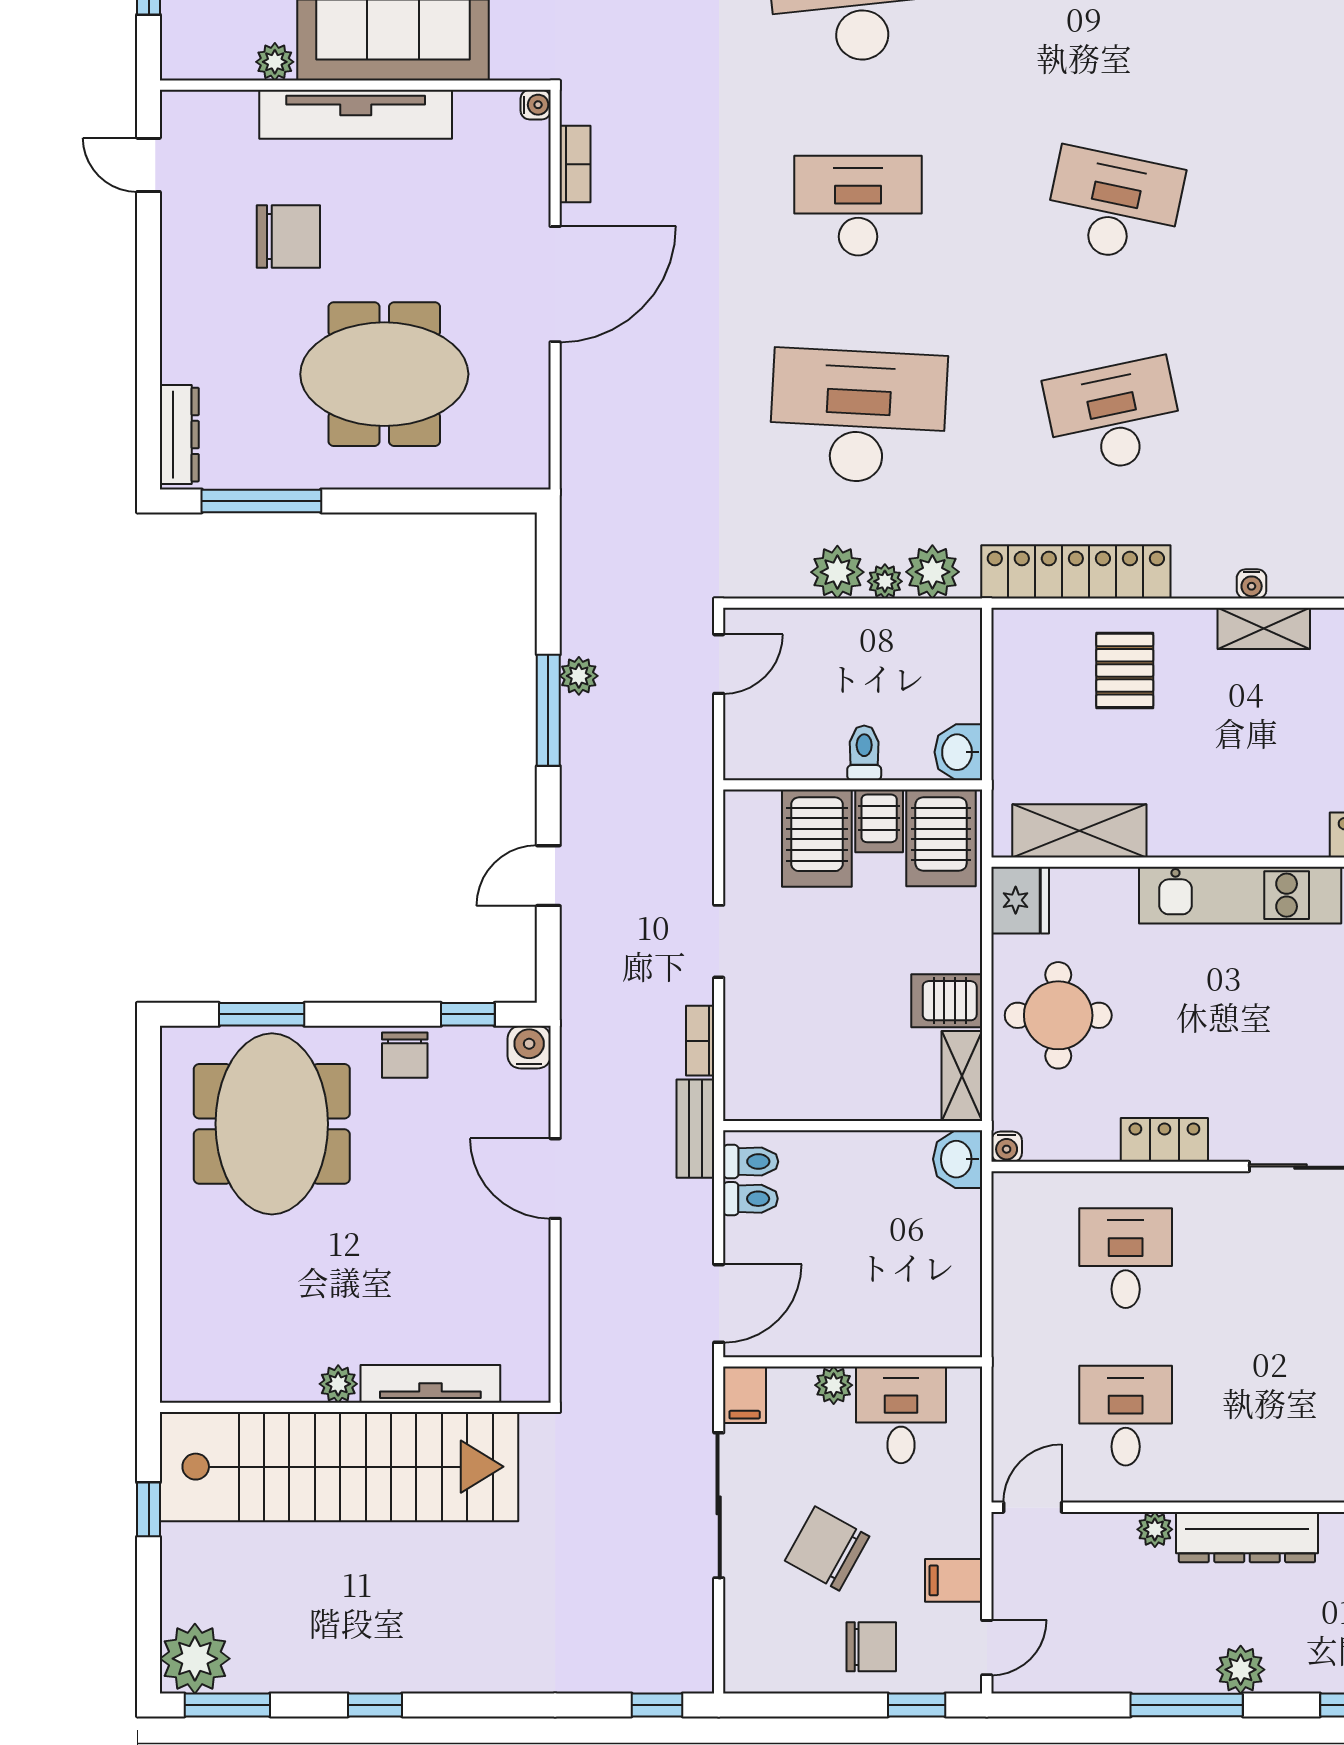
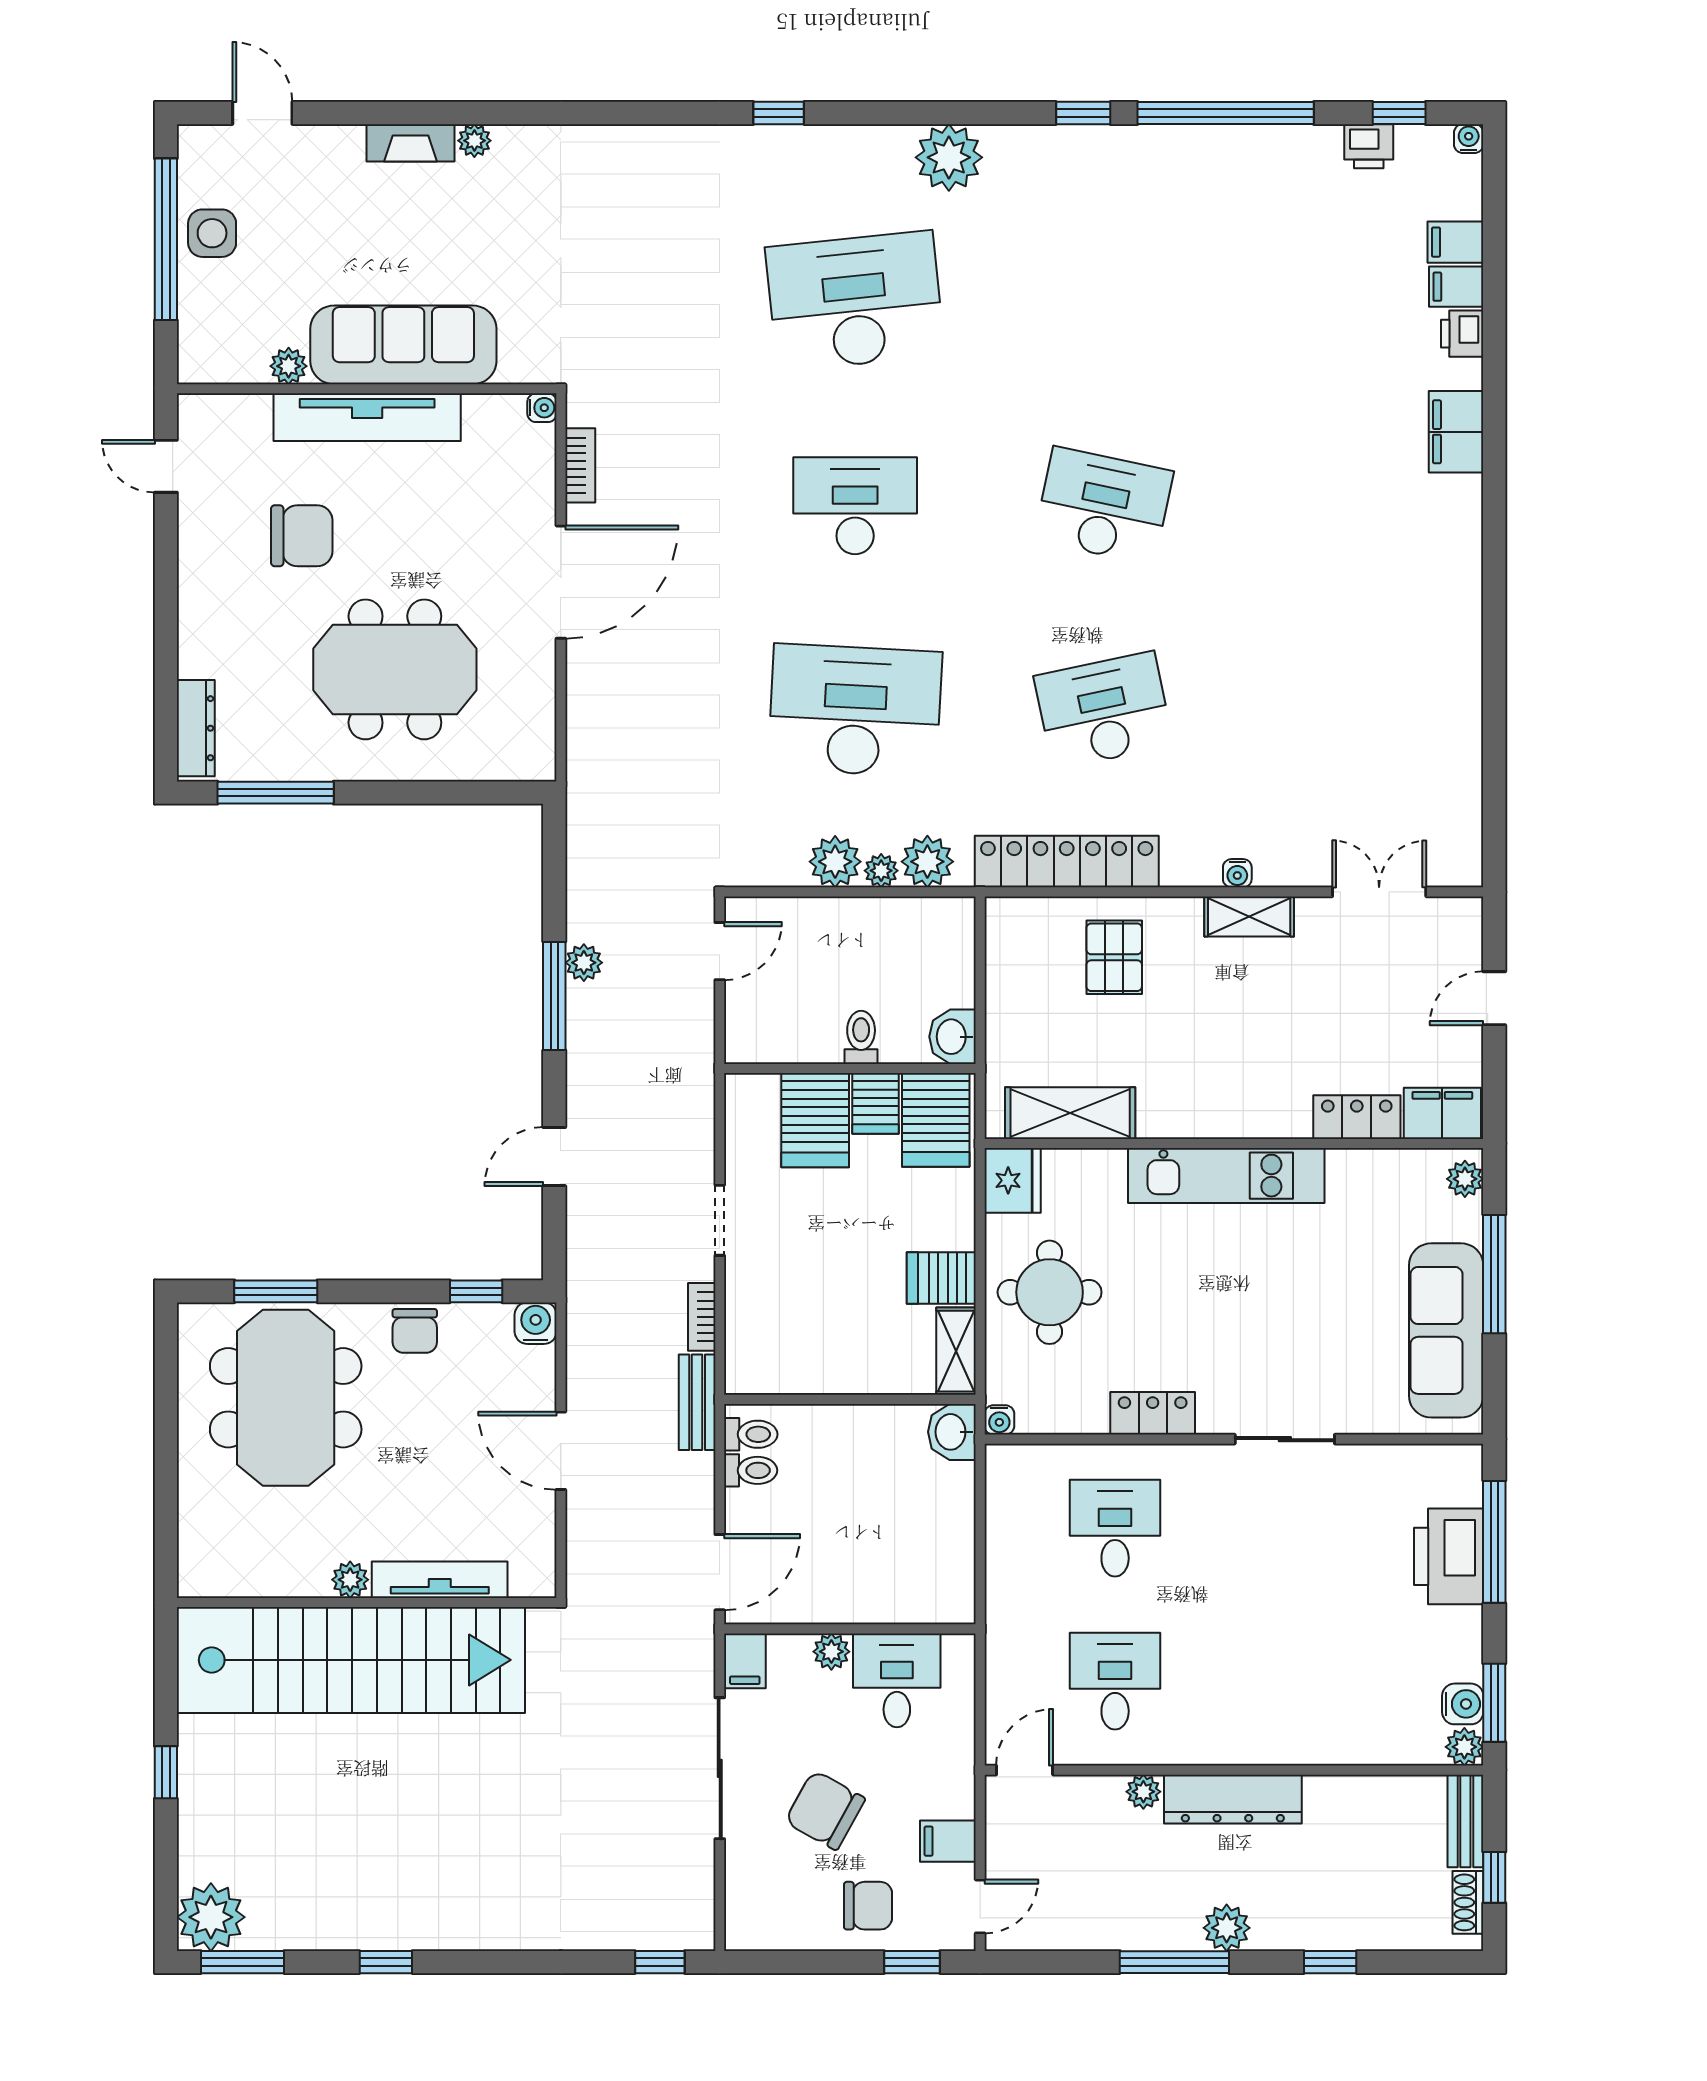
plant: (338, 1384) -> (350, 1580), moved
tv unit: (430, 1384) -> (440, 1580), moved
wall: (355, 1407) -> (367, 1602), moved
stairs: (339, 1467) -> (351, 1660), moved

